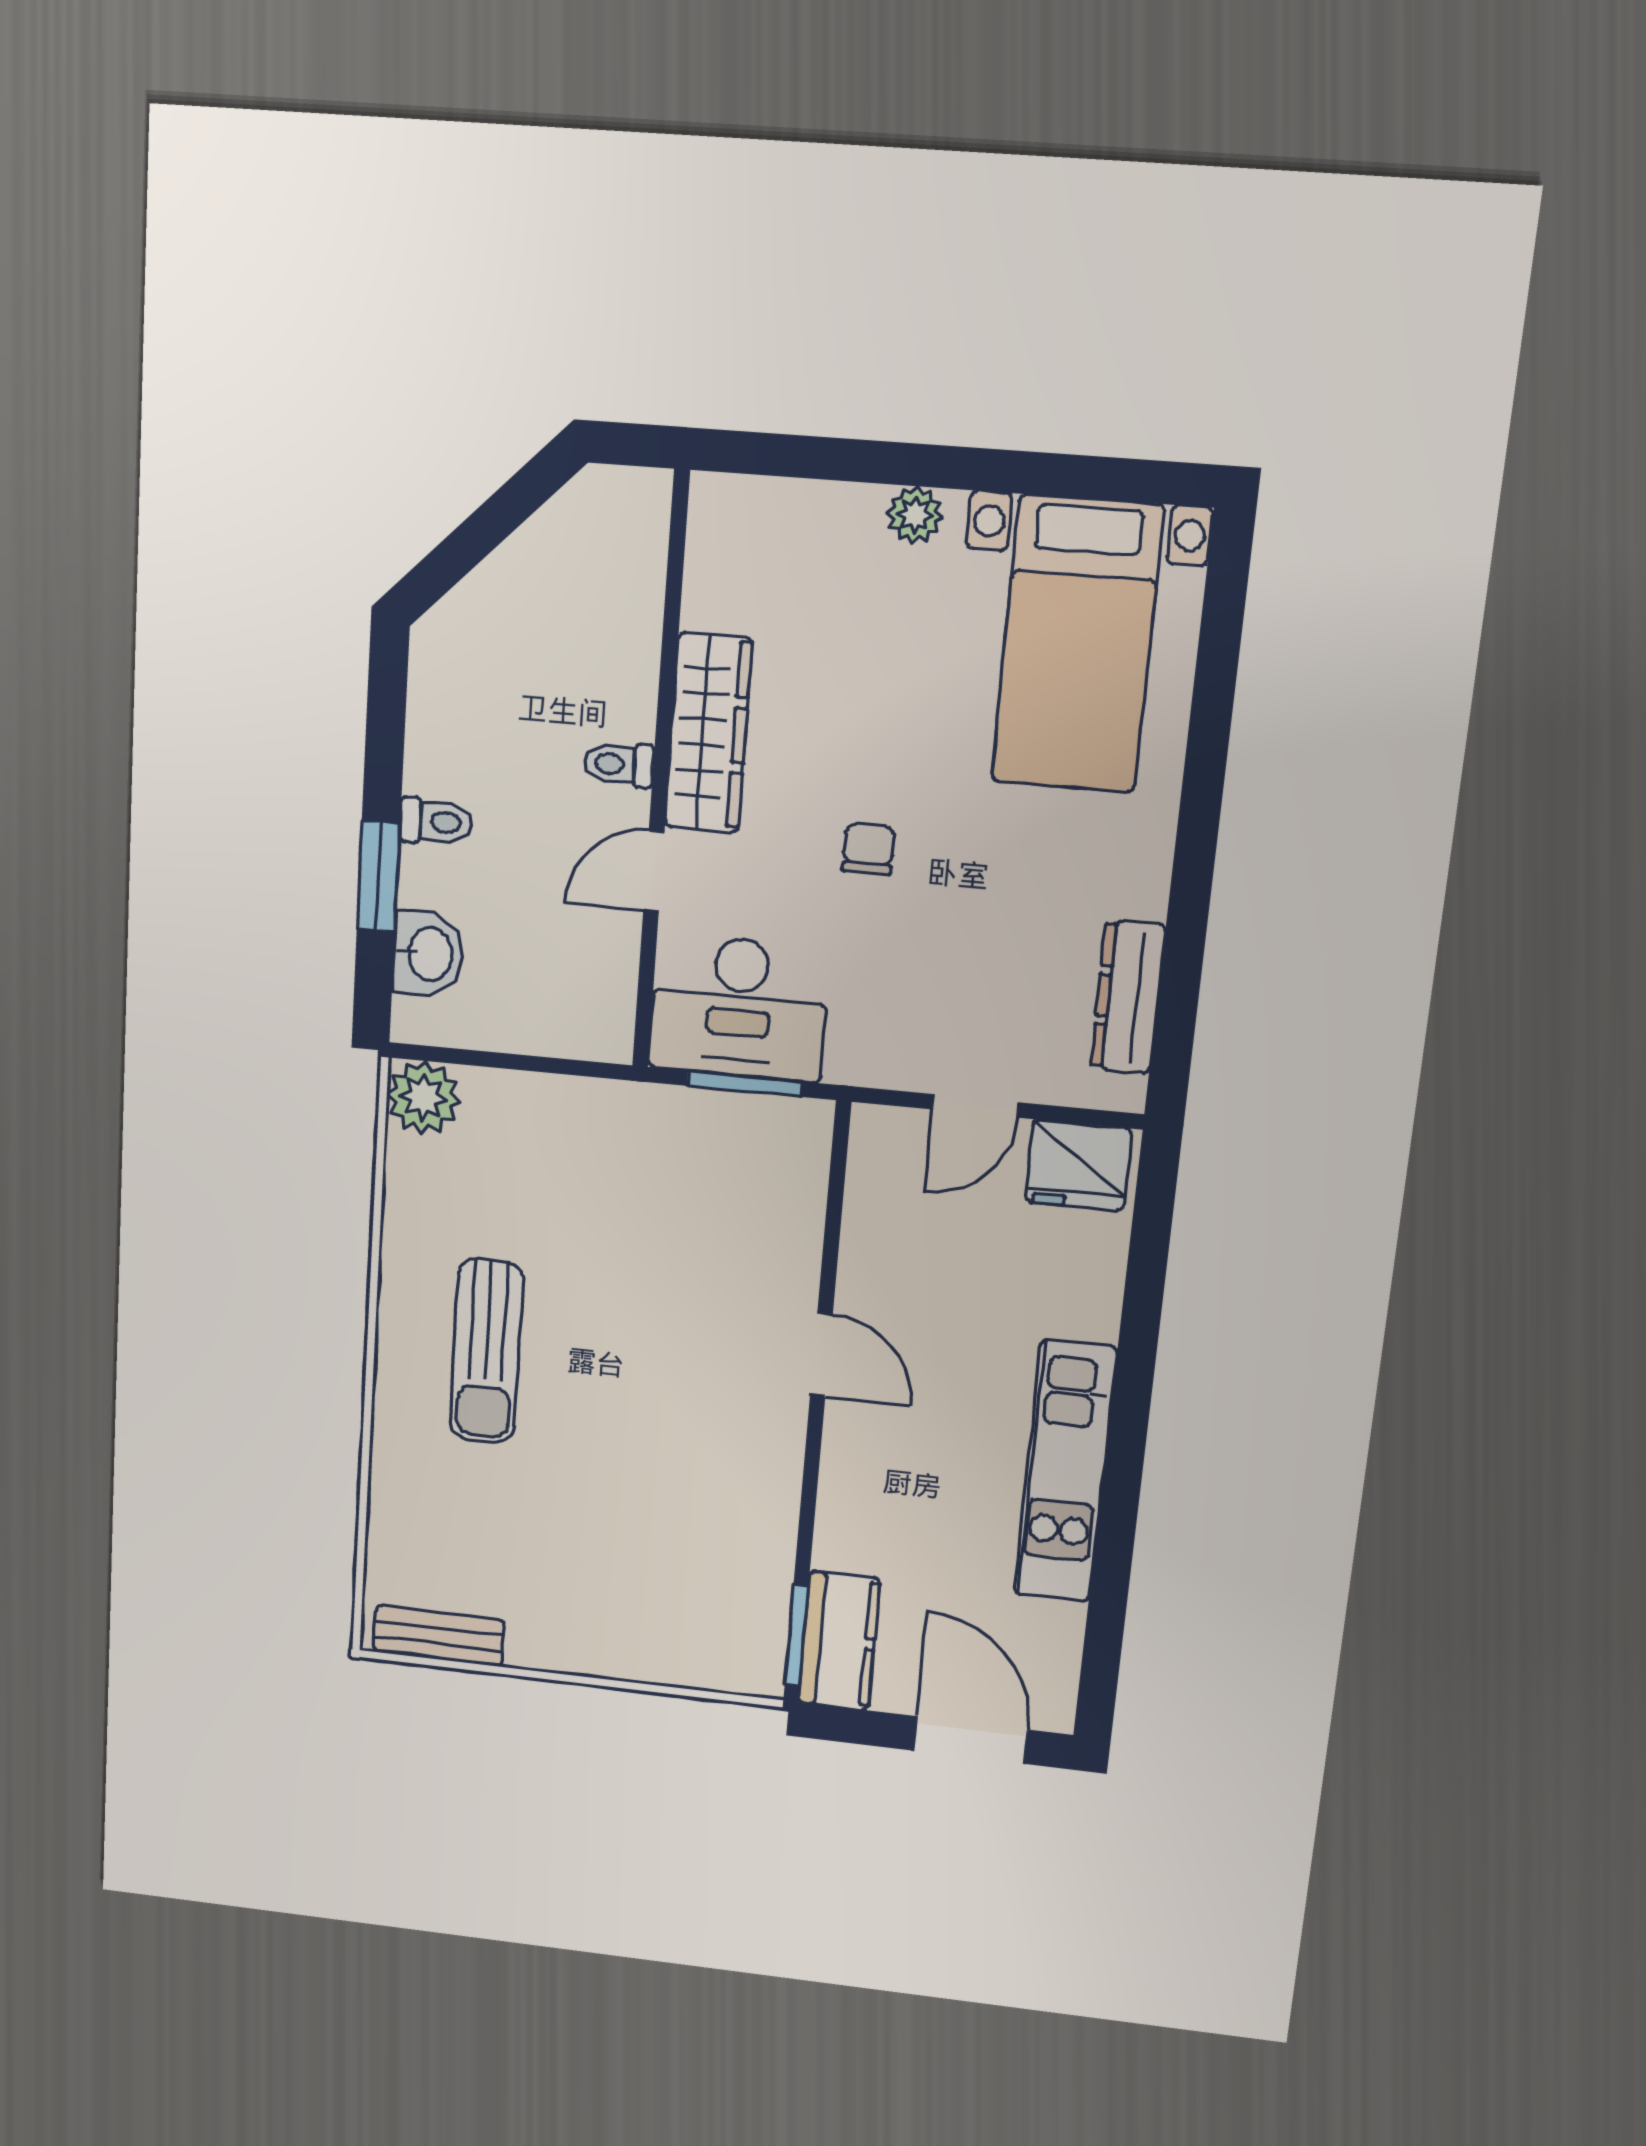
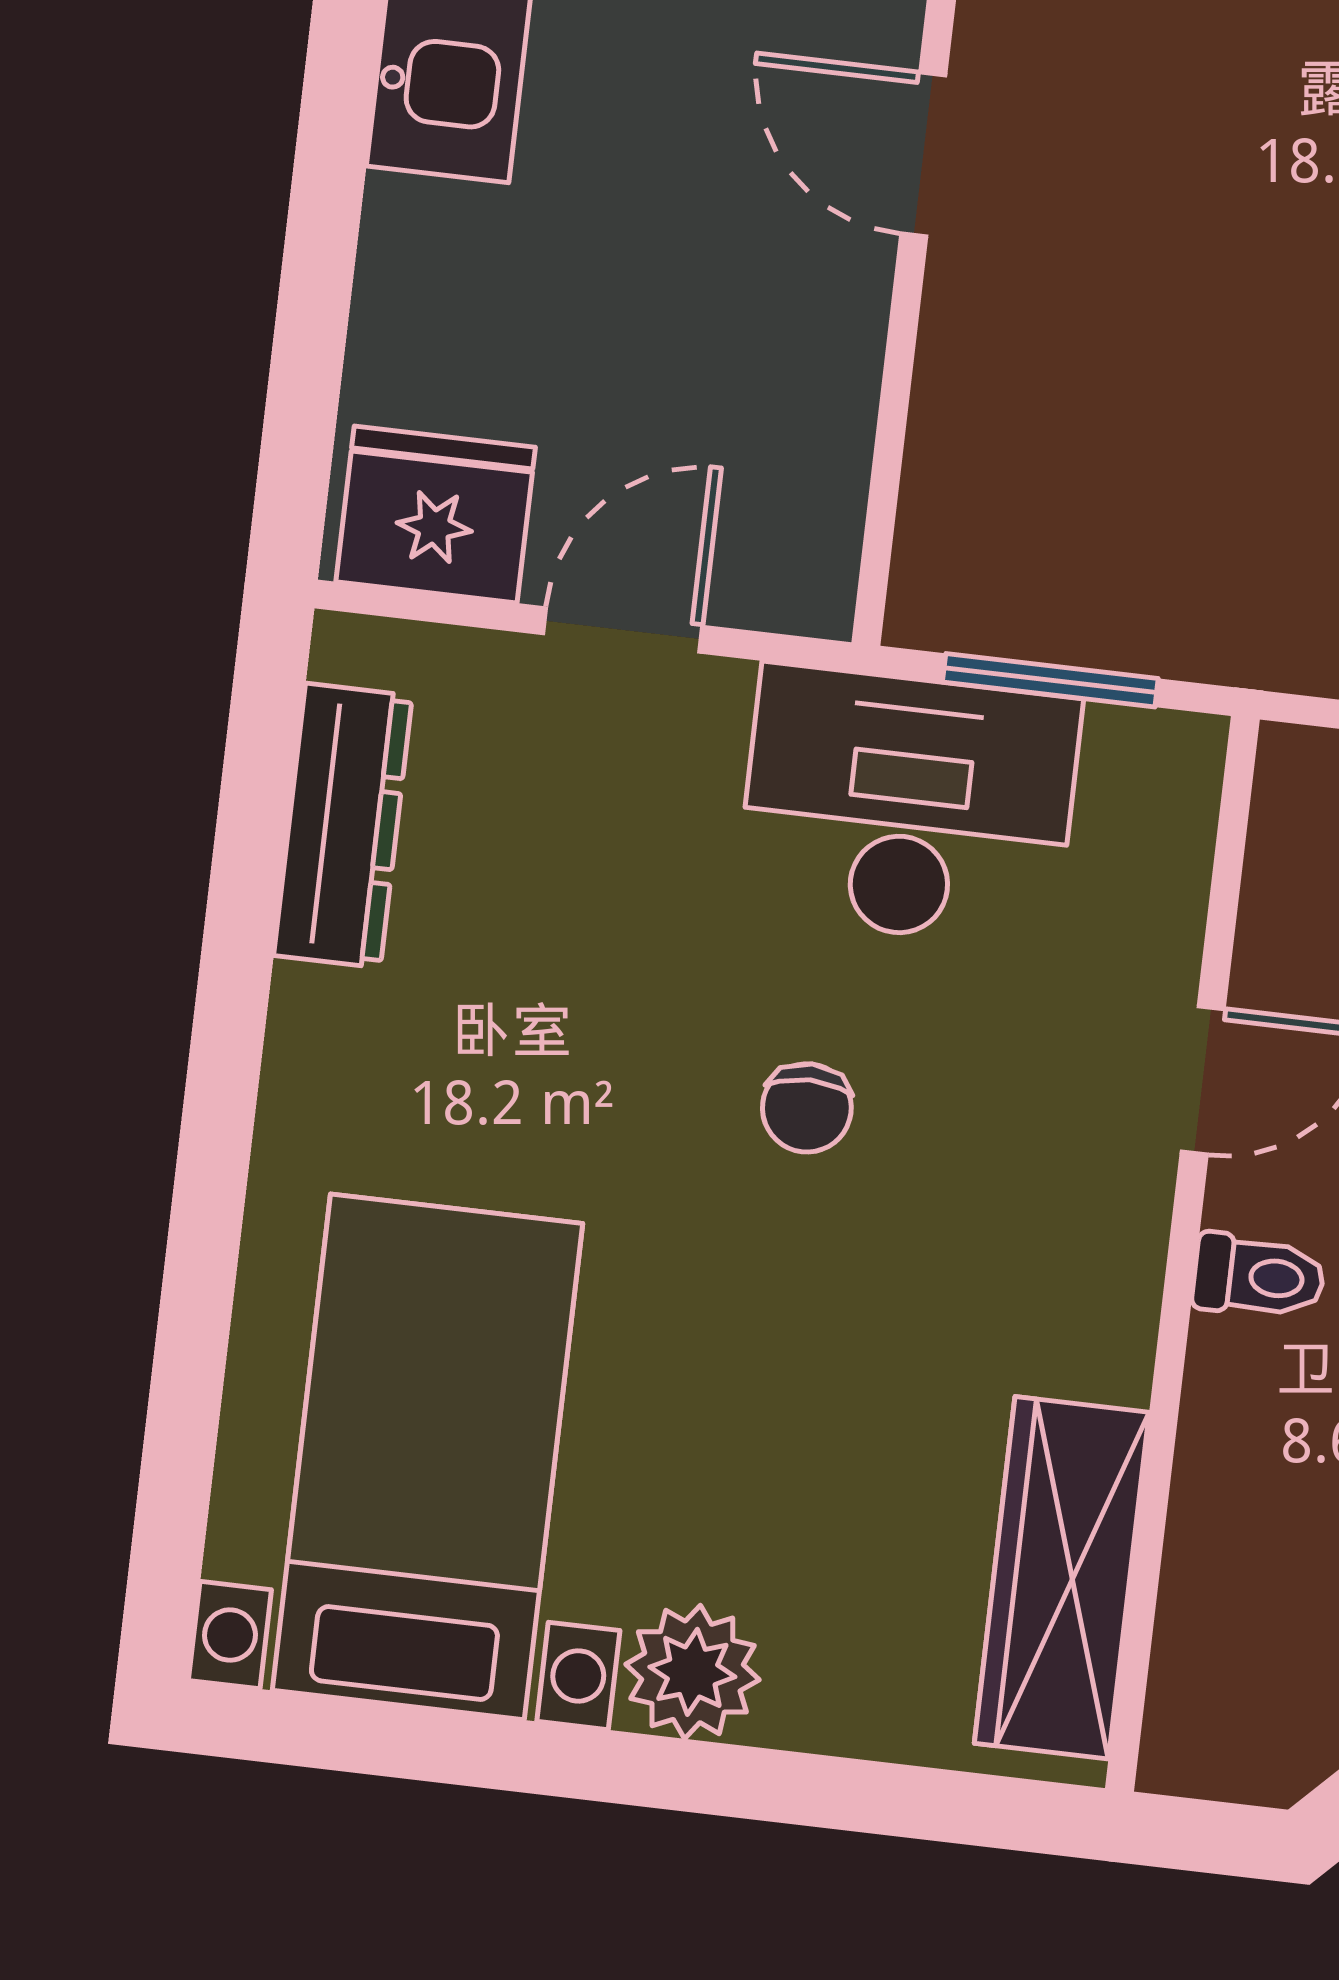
plant: (915, 515) -> (692, 1672), width x1.38, depth x1.38
wardrobe: (709, 733) -> (1062, 1578), moved
desk: (739, 1008) -> (908, 806), moved

